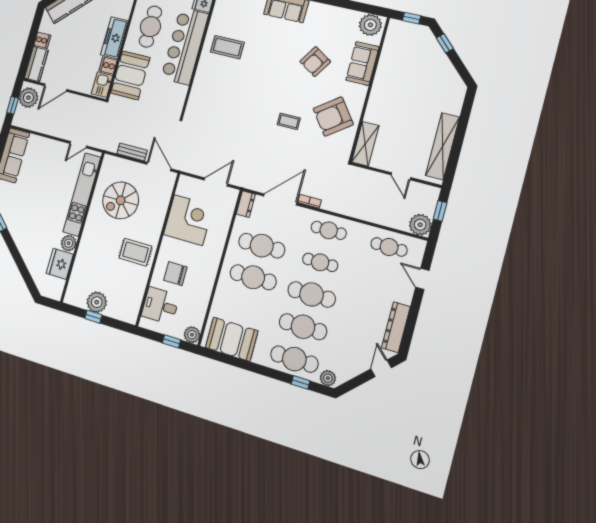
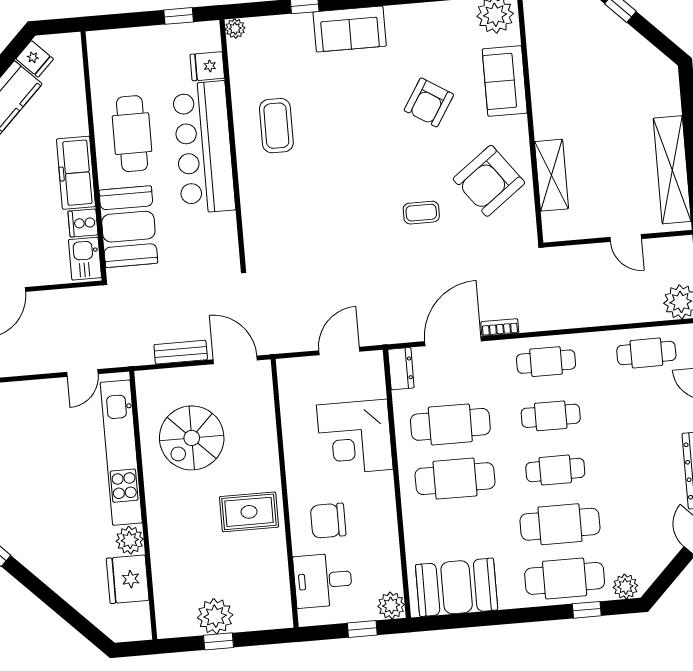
coffee table: (227, 47) -> (276, 126), turned 90
shelving: (365, 144) -> (551, 175), moved
corner desk: (188, 220) -> (355, 437), moved, turned 180
cafe table: (312, 294) -> (555, 470), width x0.73, depth x0.74

